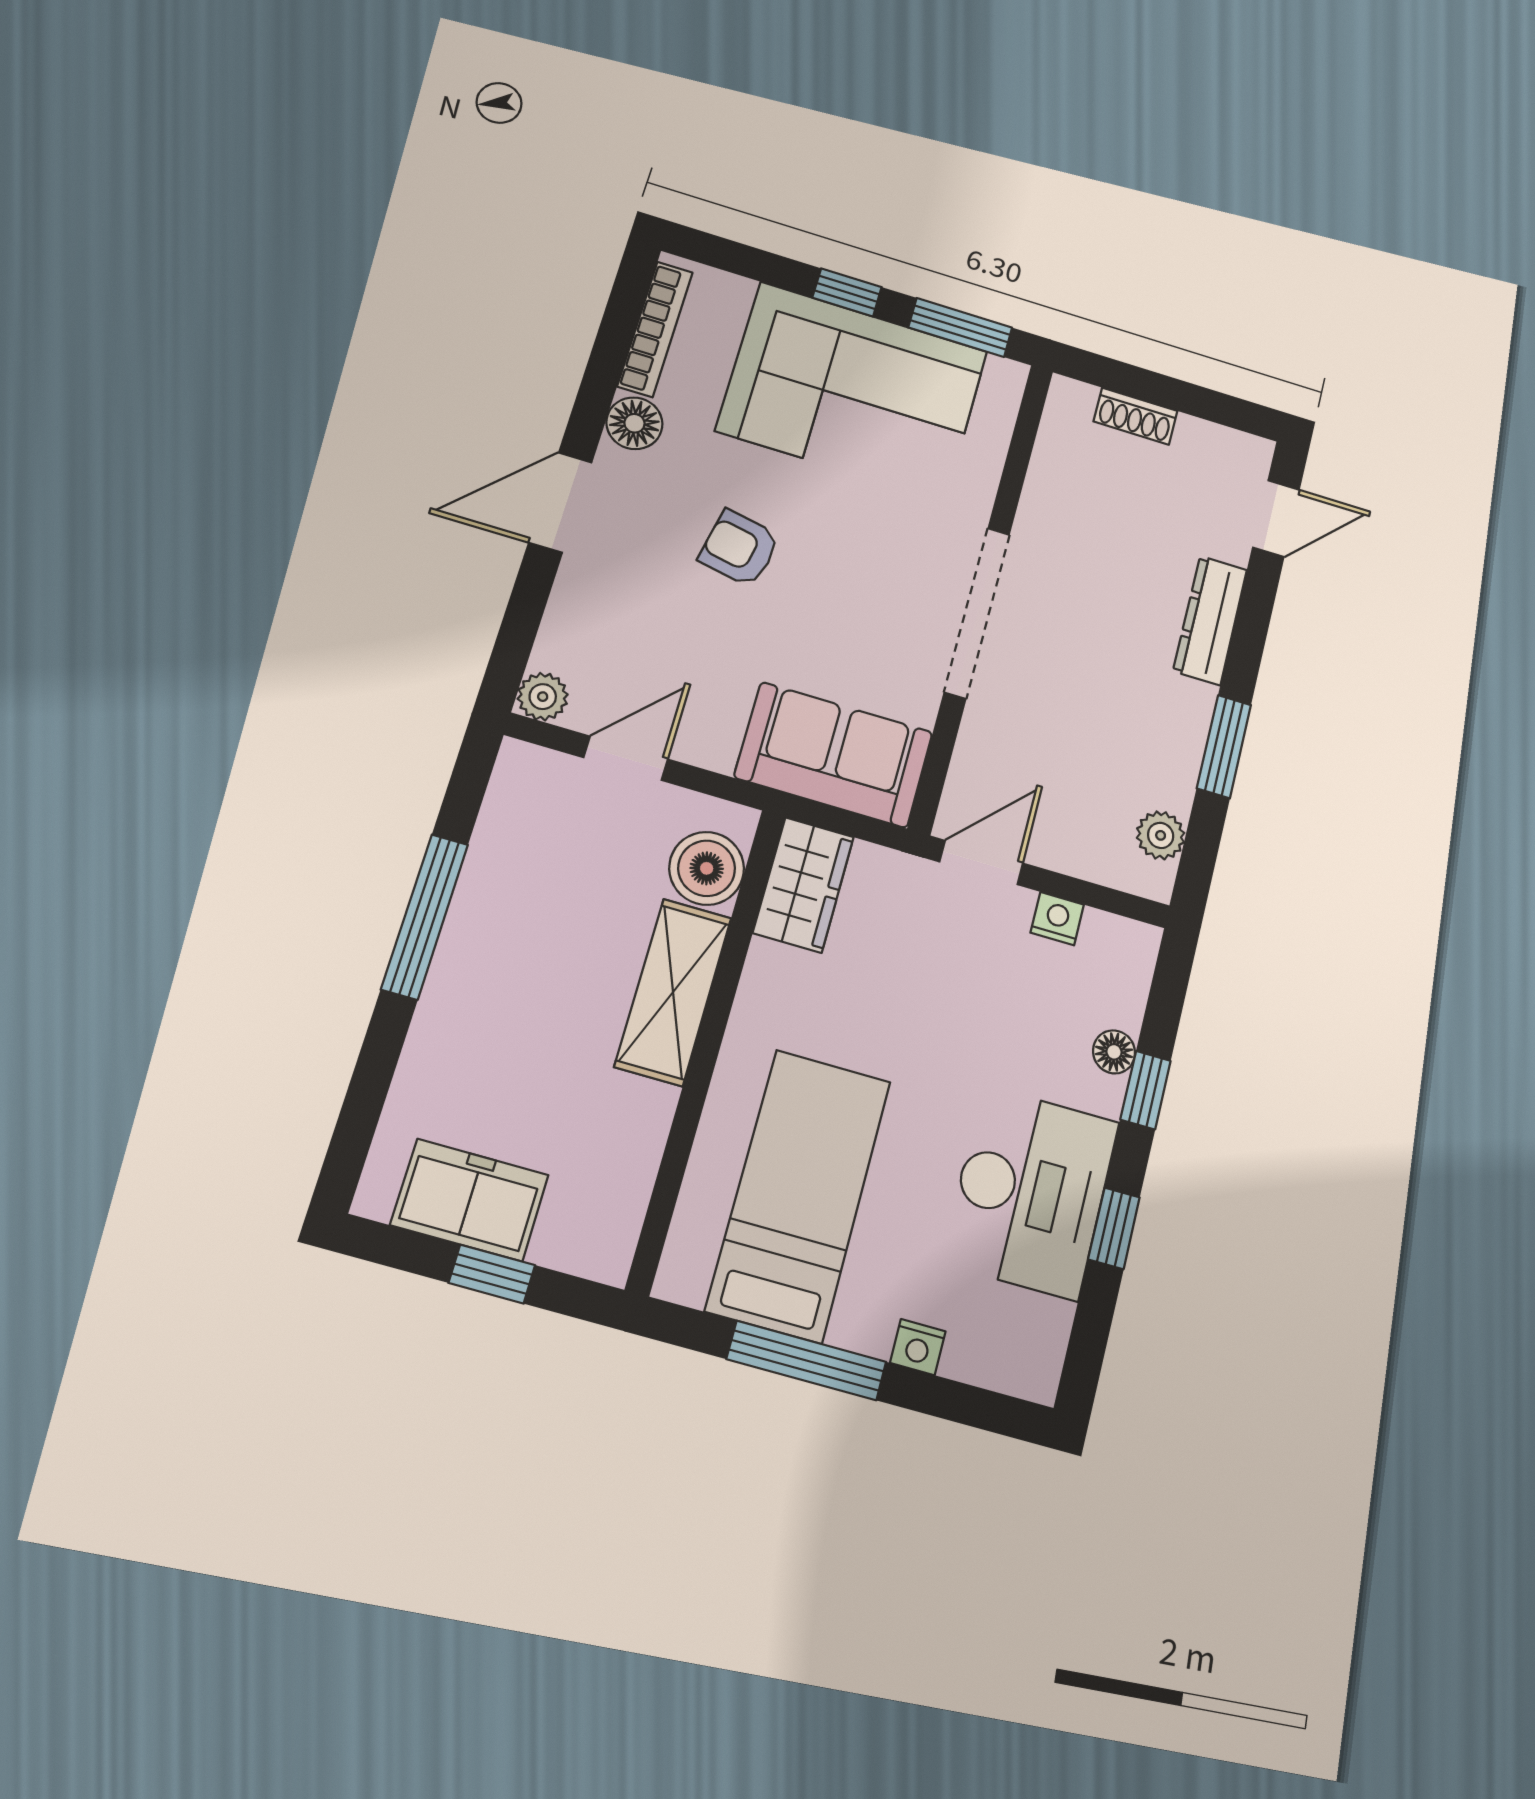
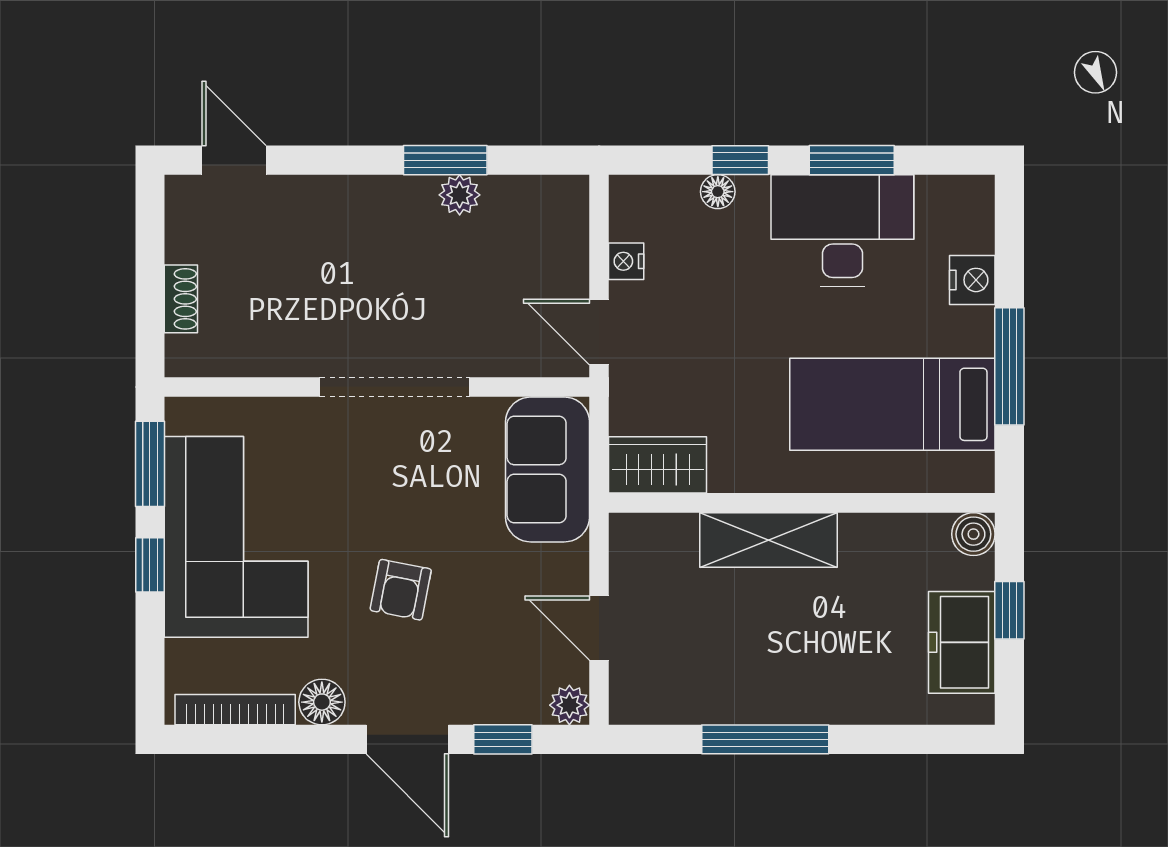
window: (526, 608) -> (503, 739), added
dresser: (1210, 620) -> (341, 195), removed
plant: (1161, 835) -> (460, 195), moved
boiler: (707, 868) -> (973, 534), moved, width x0.73, depth x0.73
window: (1114, 1228) -> (852, 160), width x1.50
nightstand: (918, 1347) -> (972, 280), width x1.39, depth x1.35

